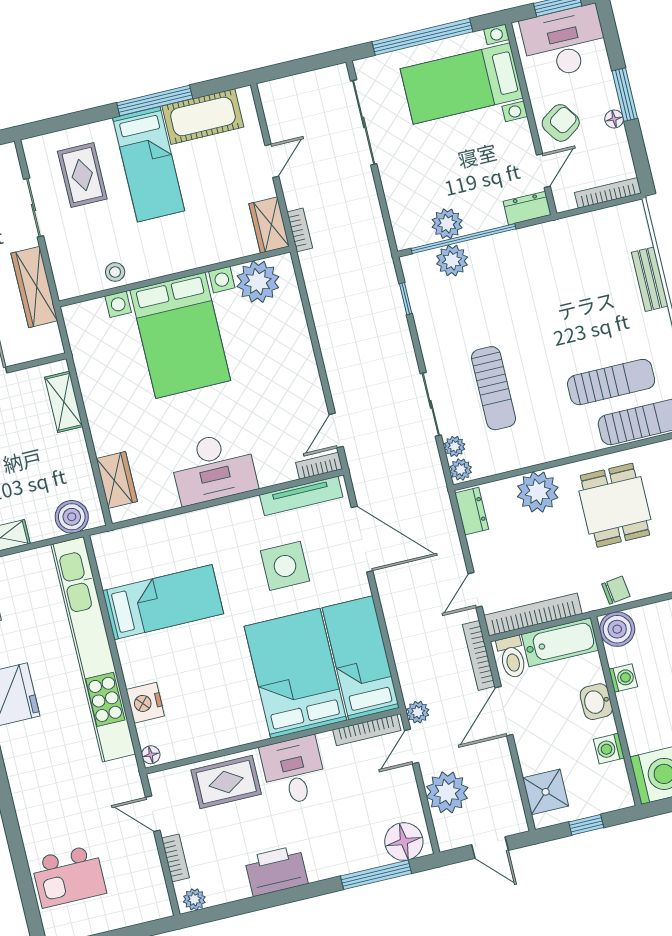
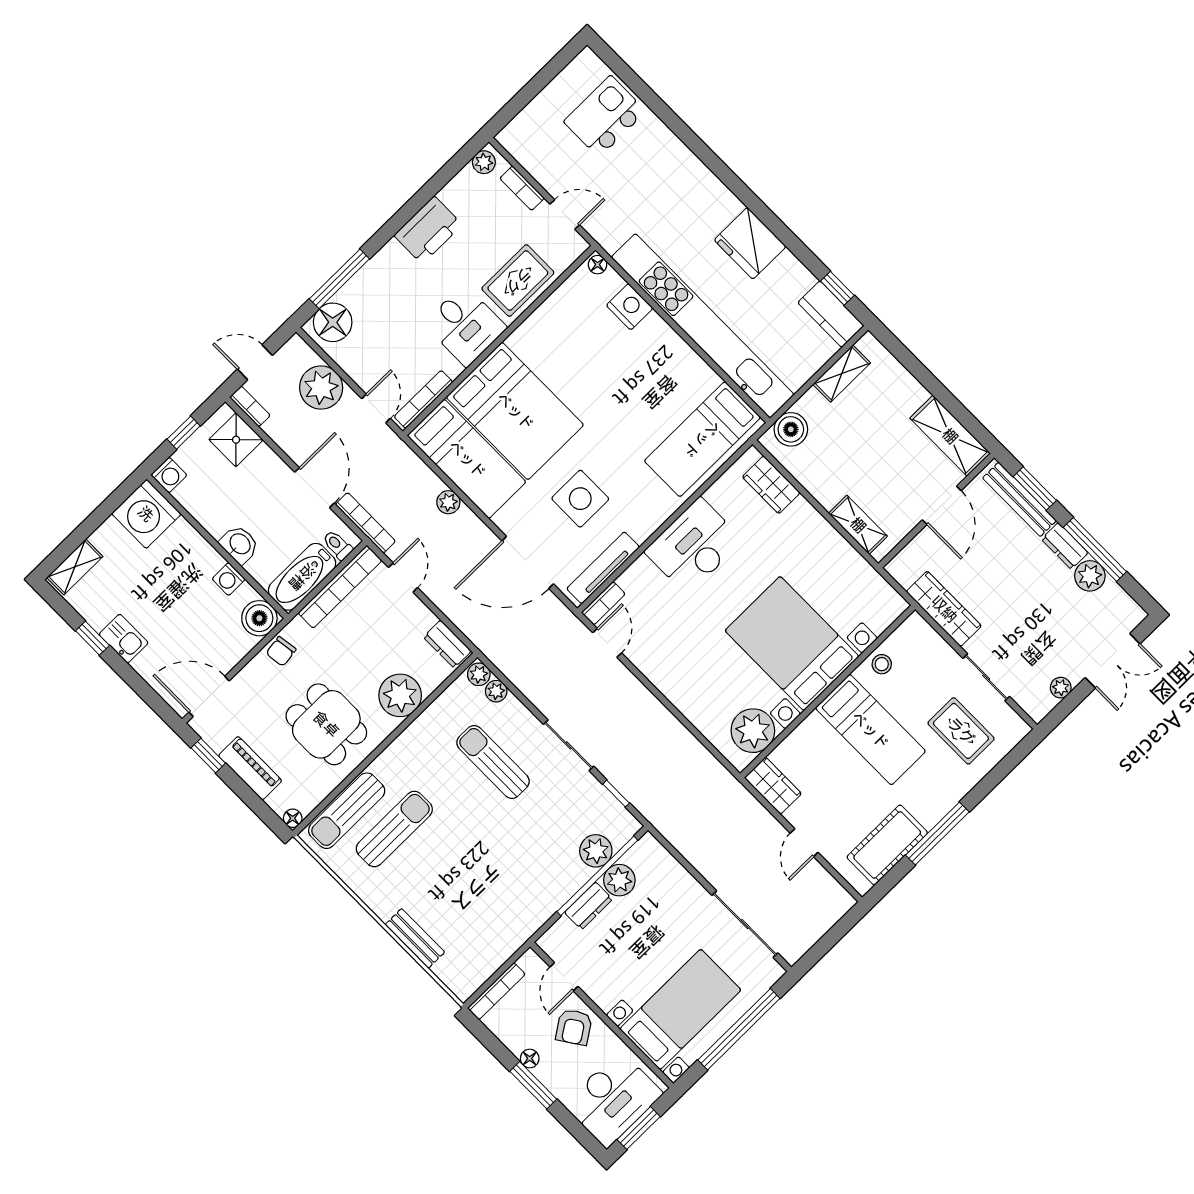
bed: (149, 164) -> (870, 730), moved, turned 180
dresser: (527, 208) -> (589, 906), moved
bookcase: (300, 230) -> (250, 406), moved, turned 180
sun lounger: (611, 382) -> (394, 829), turned 180
sliding door: (431, 404) -> (569, 745), moved
bed: (163, 602) -> (702, 439), moved
toilet: (512, 657) -> (338, 545), width x0.73, depth x0.72
plant: (418, 712) -> (448, 502), moved
washing machine: (609, 749) -> (169, 475), moved, turned 90

